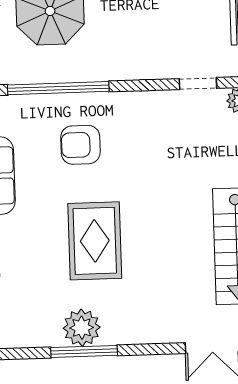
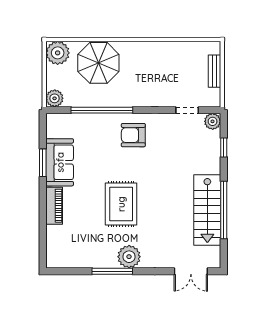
armchair: (80, 145) -> (133, 135), moved
plant: (82, 328) -> (129, 257), moved

